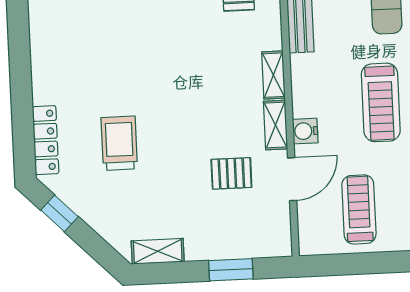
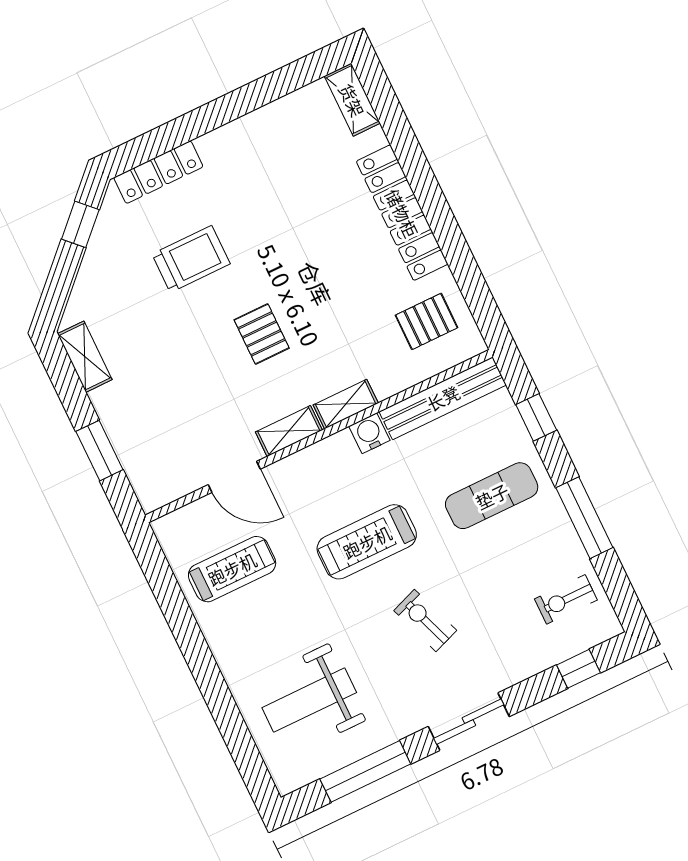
water cooler: (305, 131) -> (369, 433), moved
pallet: (231, 173) -> (262, 334), moved

